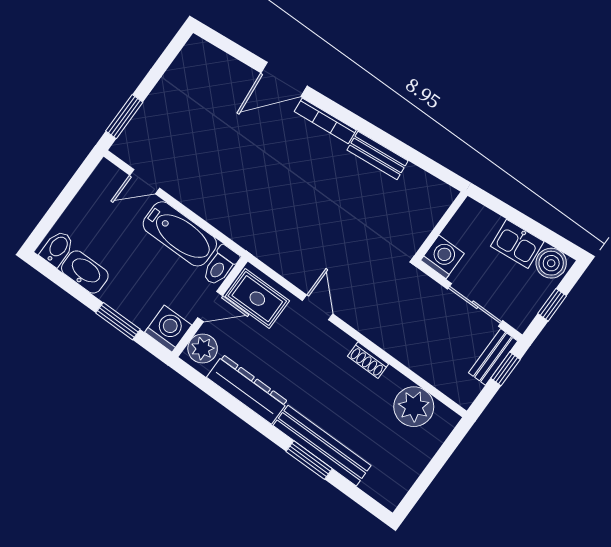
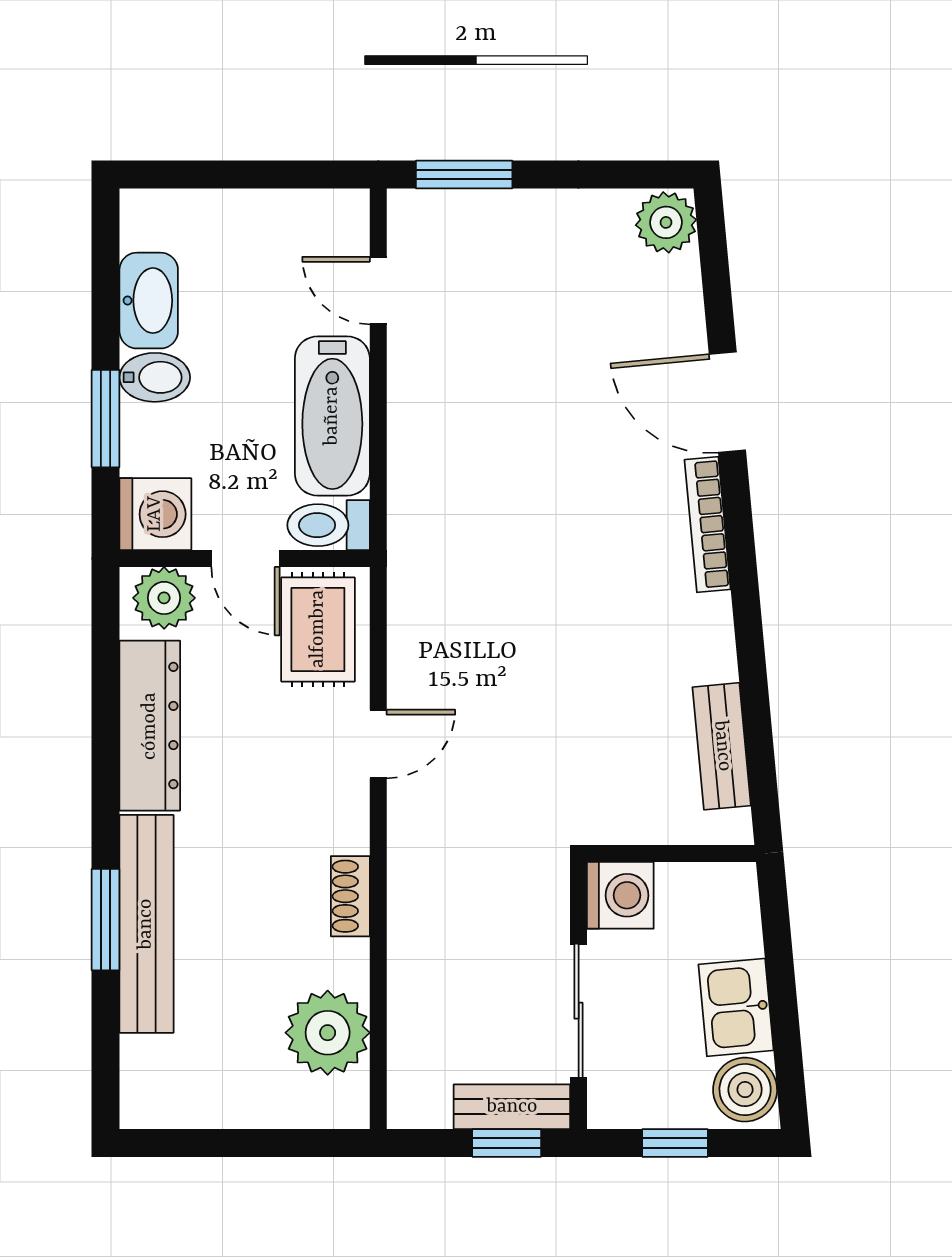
plant: (198, 53) -> (666, 222), added
bench: (378, 155) -> (722, 746), moved
bidet: (57, 248) -> (155, 377), moved

